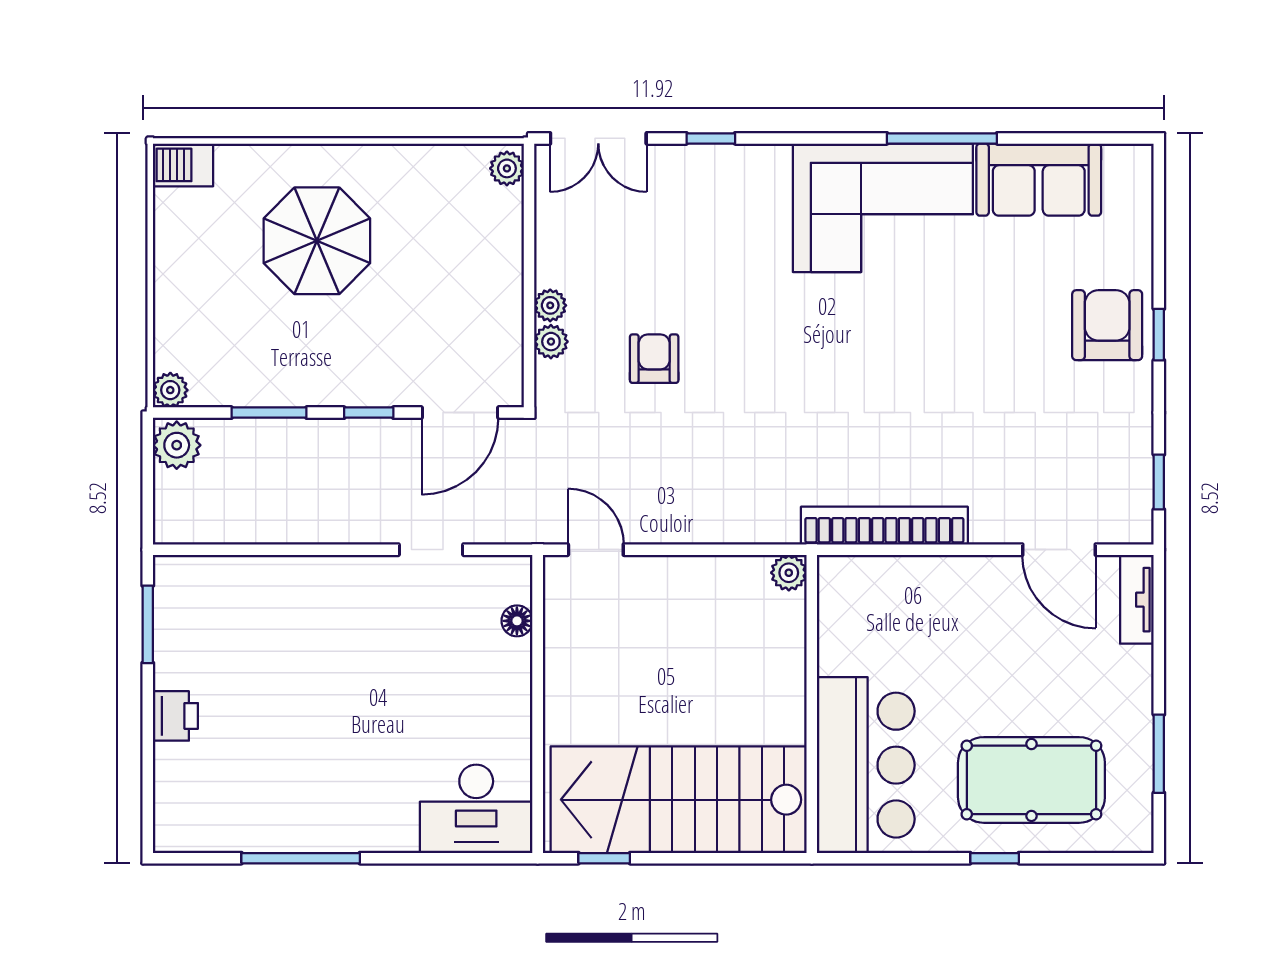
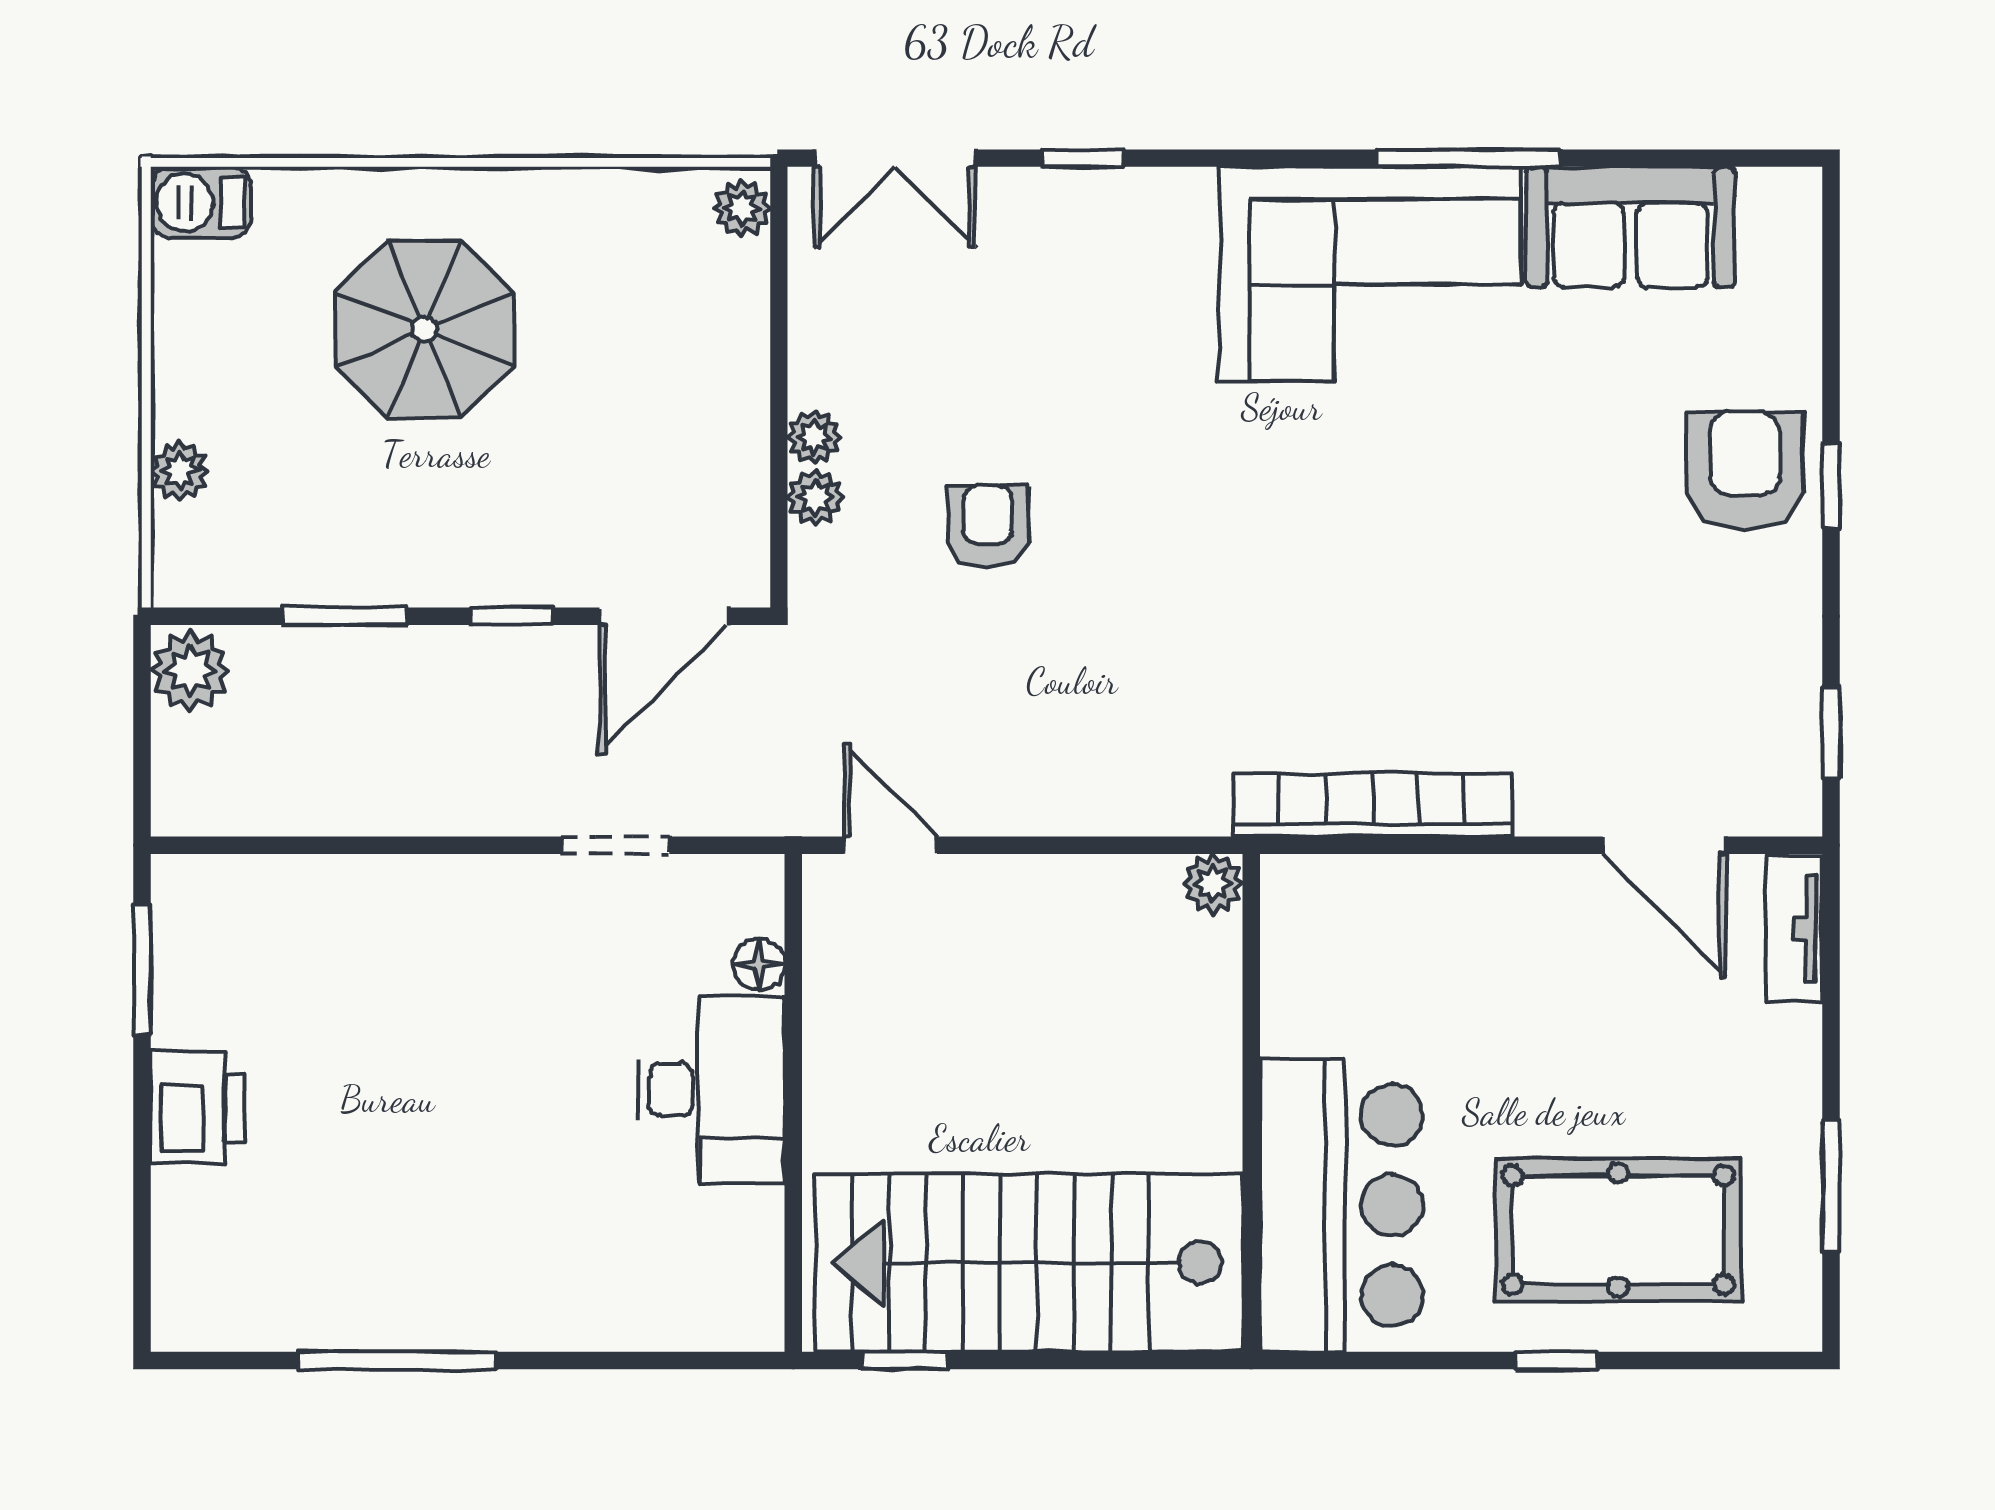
plant: (170, 390) -> (180, 471), moved
printer: (175, 716) -> (197, 1108), width x1.36, depth x1.24
desk: (476, 809) -> (711, 1090), moved, turned -90

